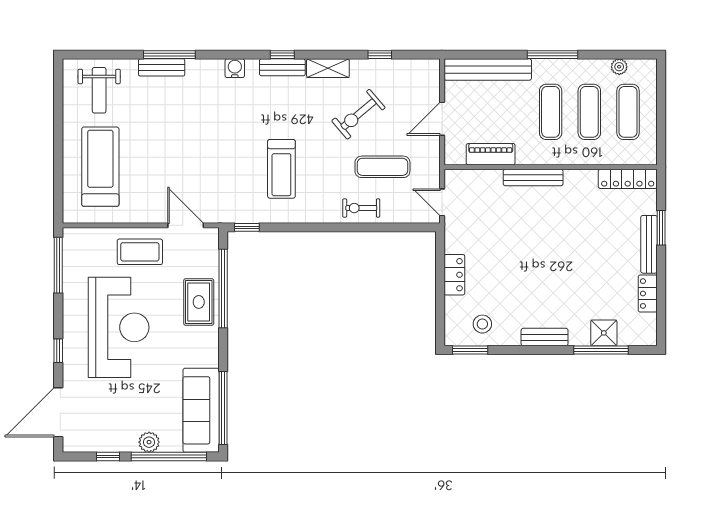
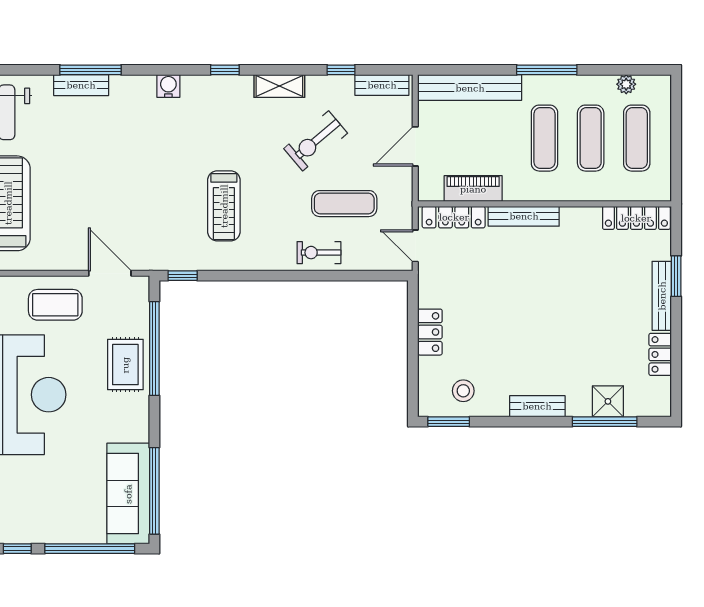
bench: (282, 67) -> (382, 85), moved
locker: (474, 178) -> (454, 217), added
plant: (149, 442) -> (66, 531), removed

